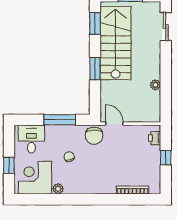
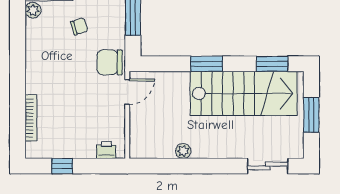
window: (166, 158) -> (62, 166), moved

